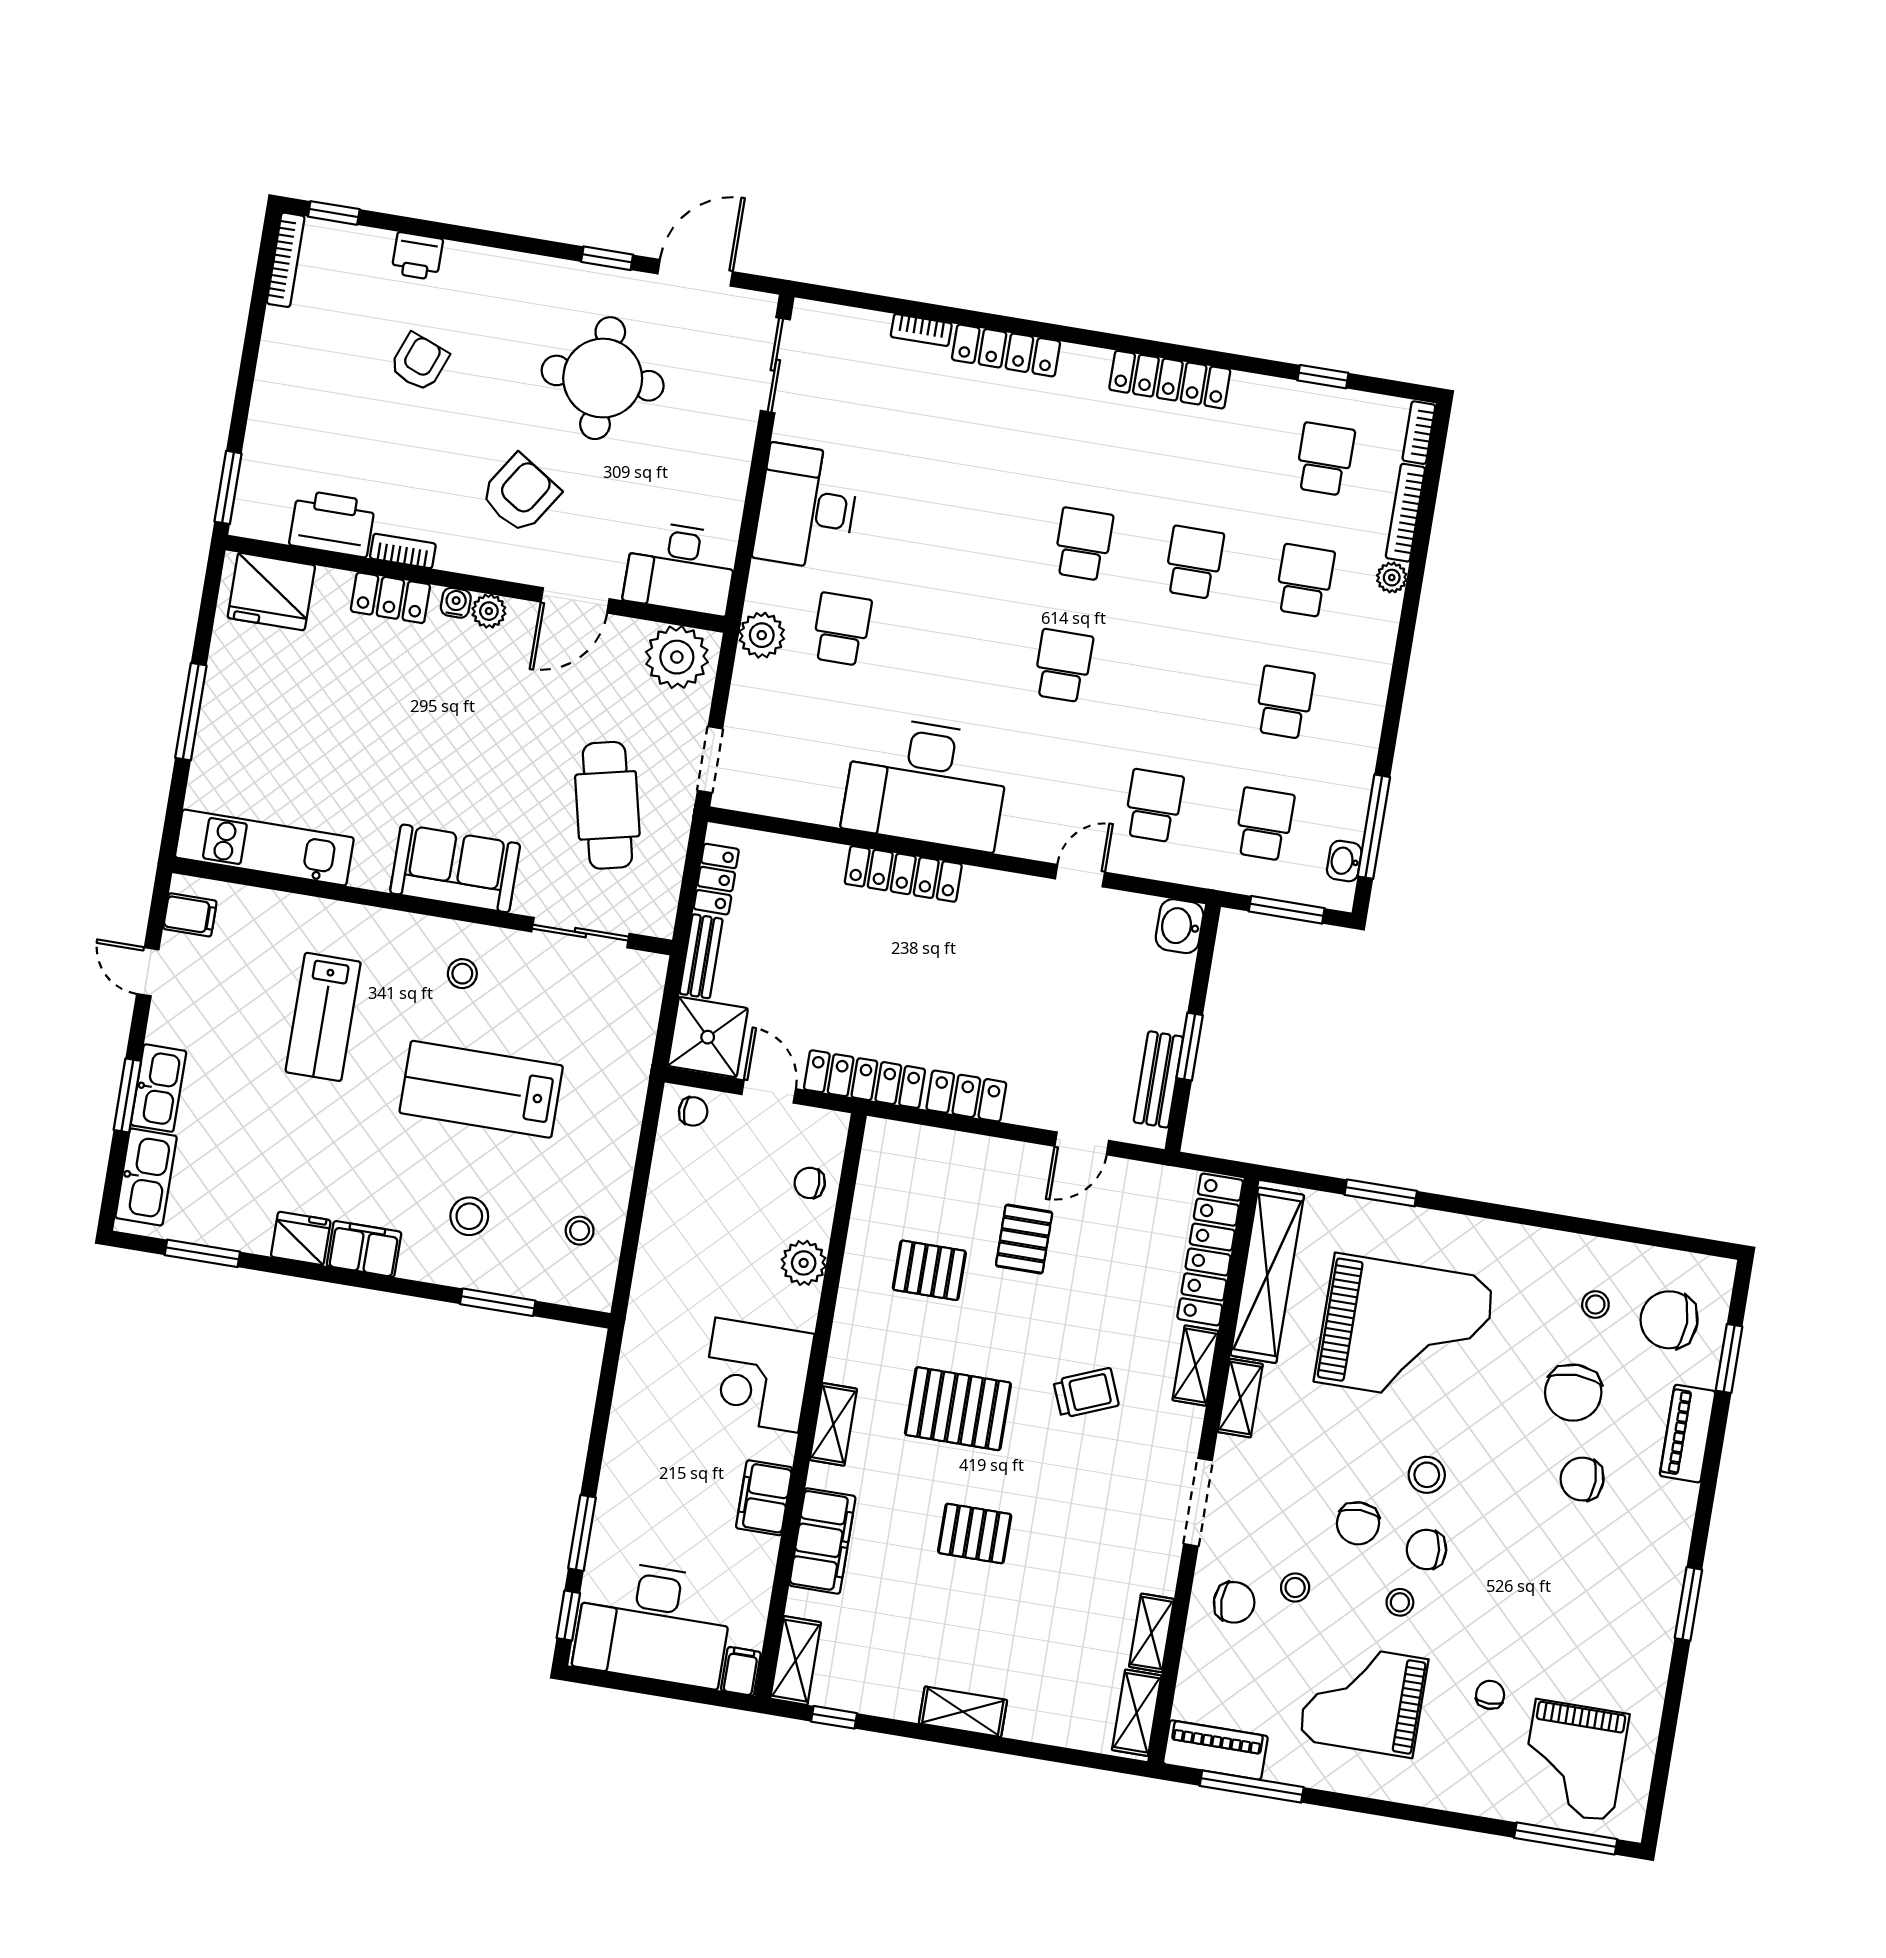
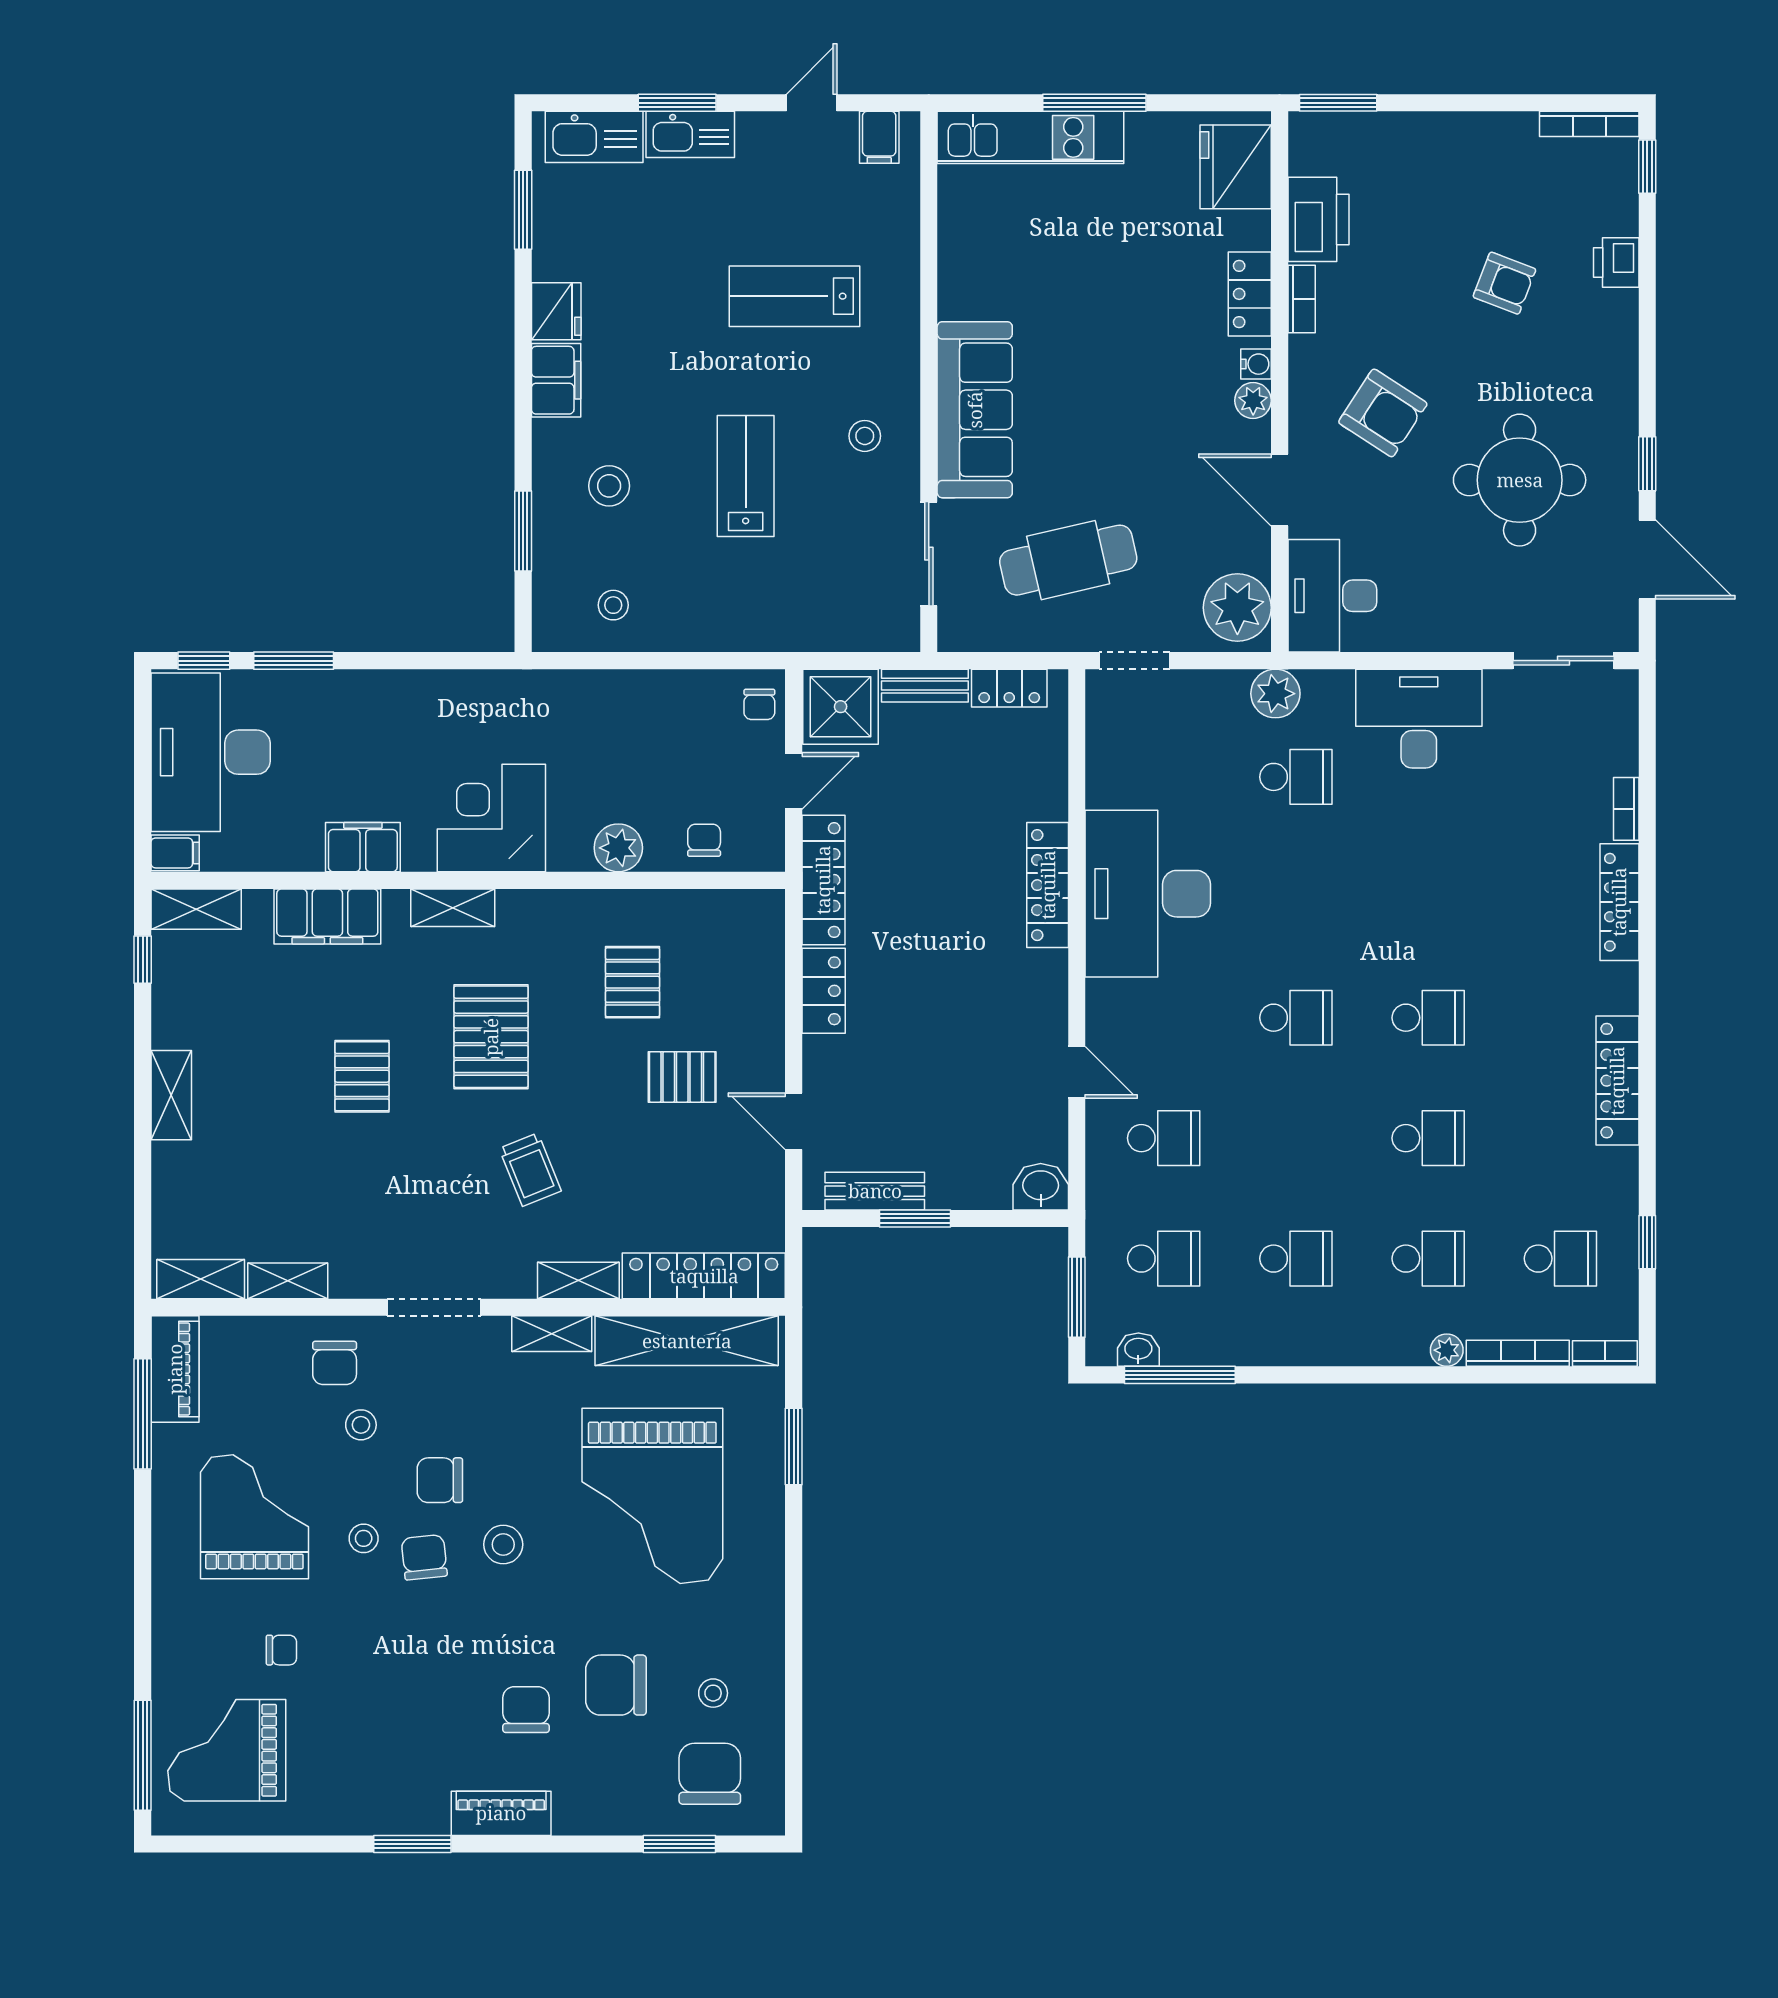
kitchen unit: (264, 848) -> (1030, 137), moved, turned 90
sofa: (455, 868) -> (975, 410), width x1.36
lab bench: (481, 1089) -> (746, 476), width x0.73, depth x0.72
piano: (1688, 1434) -> (501, 1813), moved

